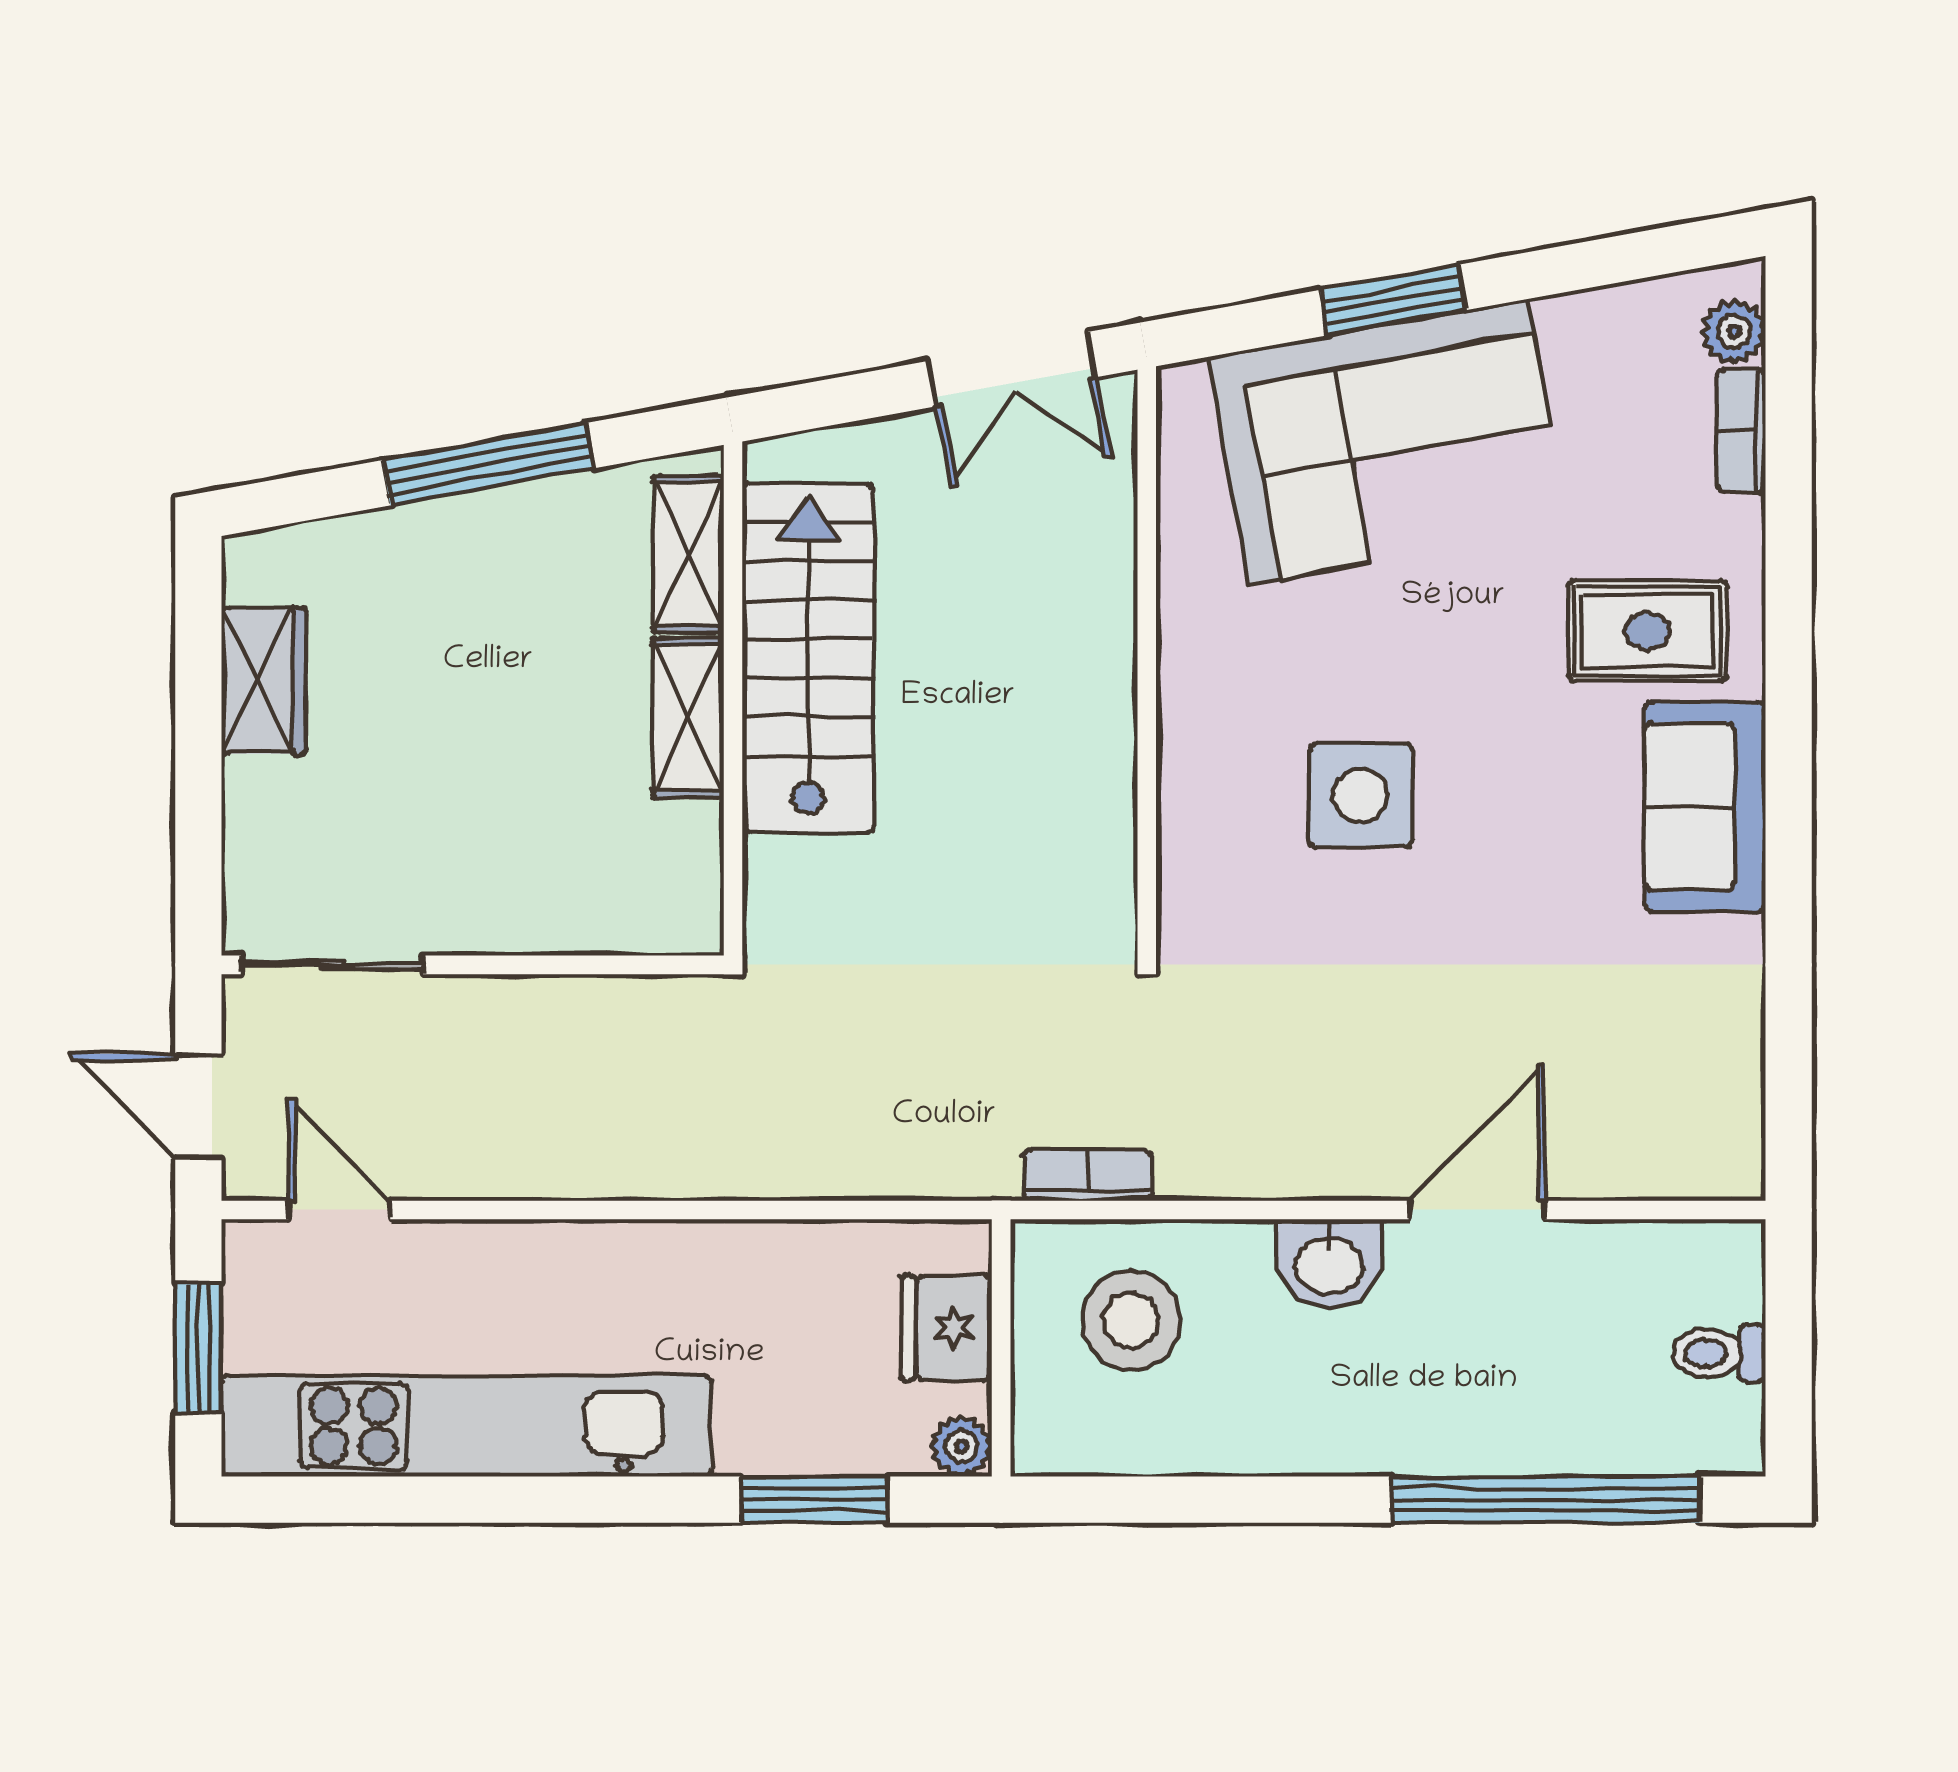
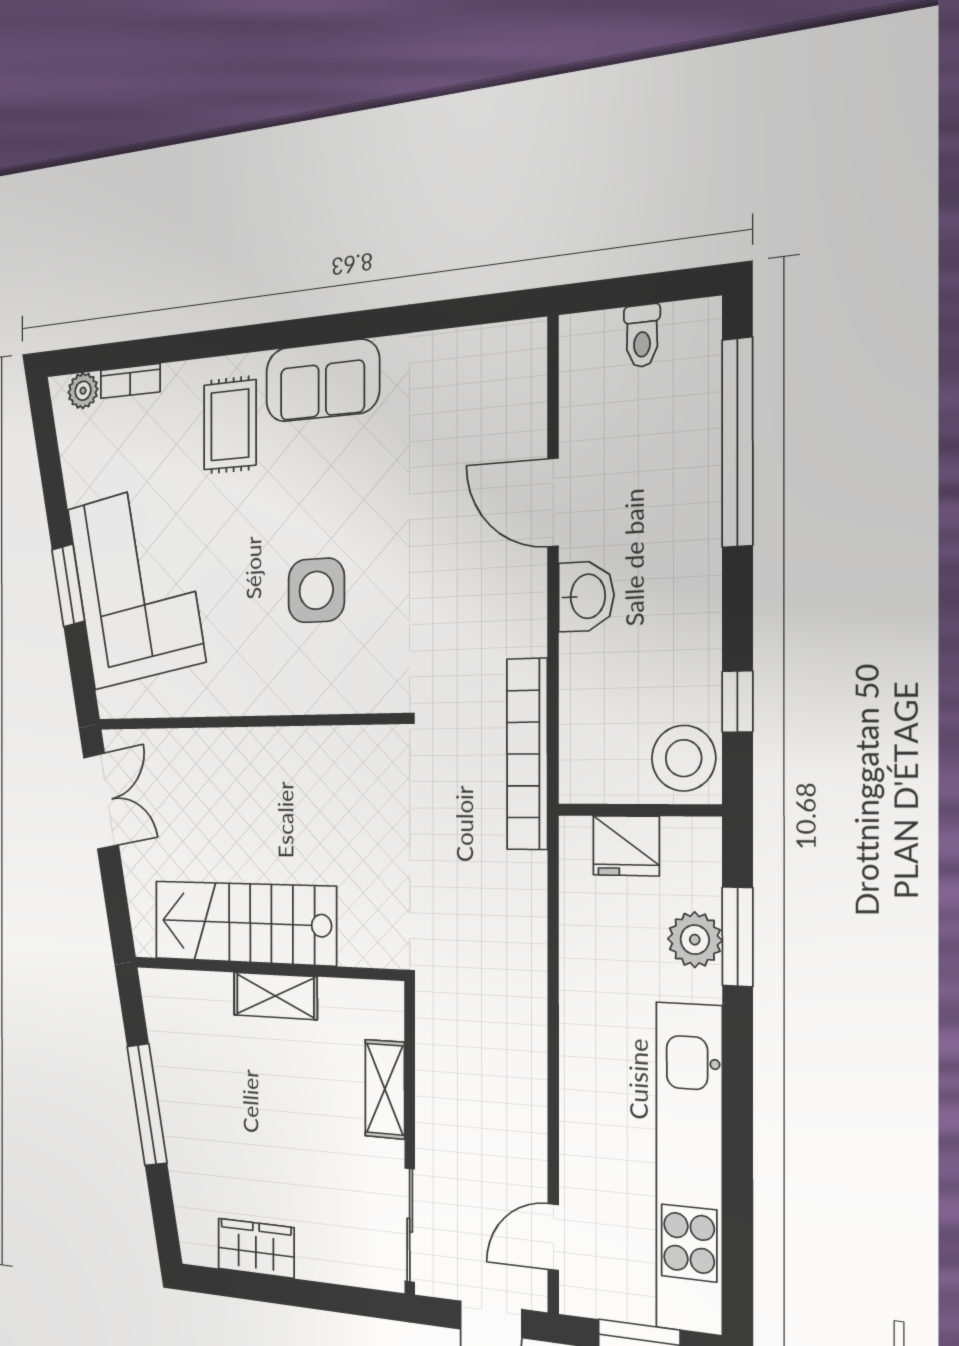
shelving: (689, 554) -> (385, 1089), moved, turned 90
bookcase: (1088, 1175) -> (527, 754), width x2.31, depth x1.31
stool: (1131, 1320) -> (684, 758), moved
plant: (962, 1446) -> (695, 940), moved, width x1.38, depth x1.38
window: (1162, 1500) -> (737, 702), added

